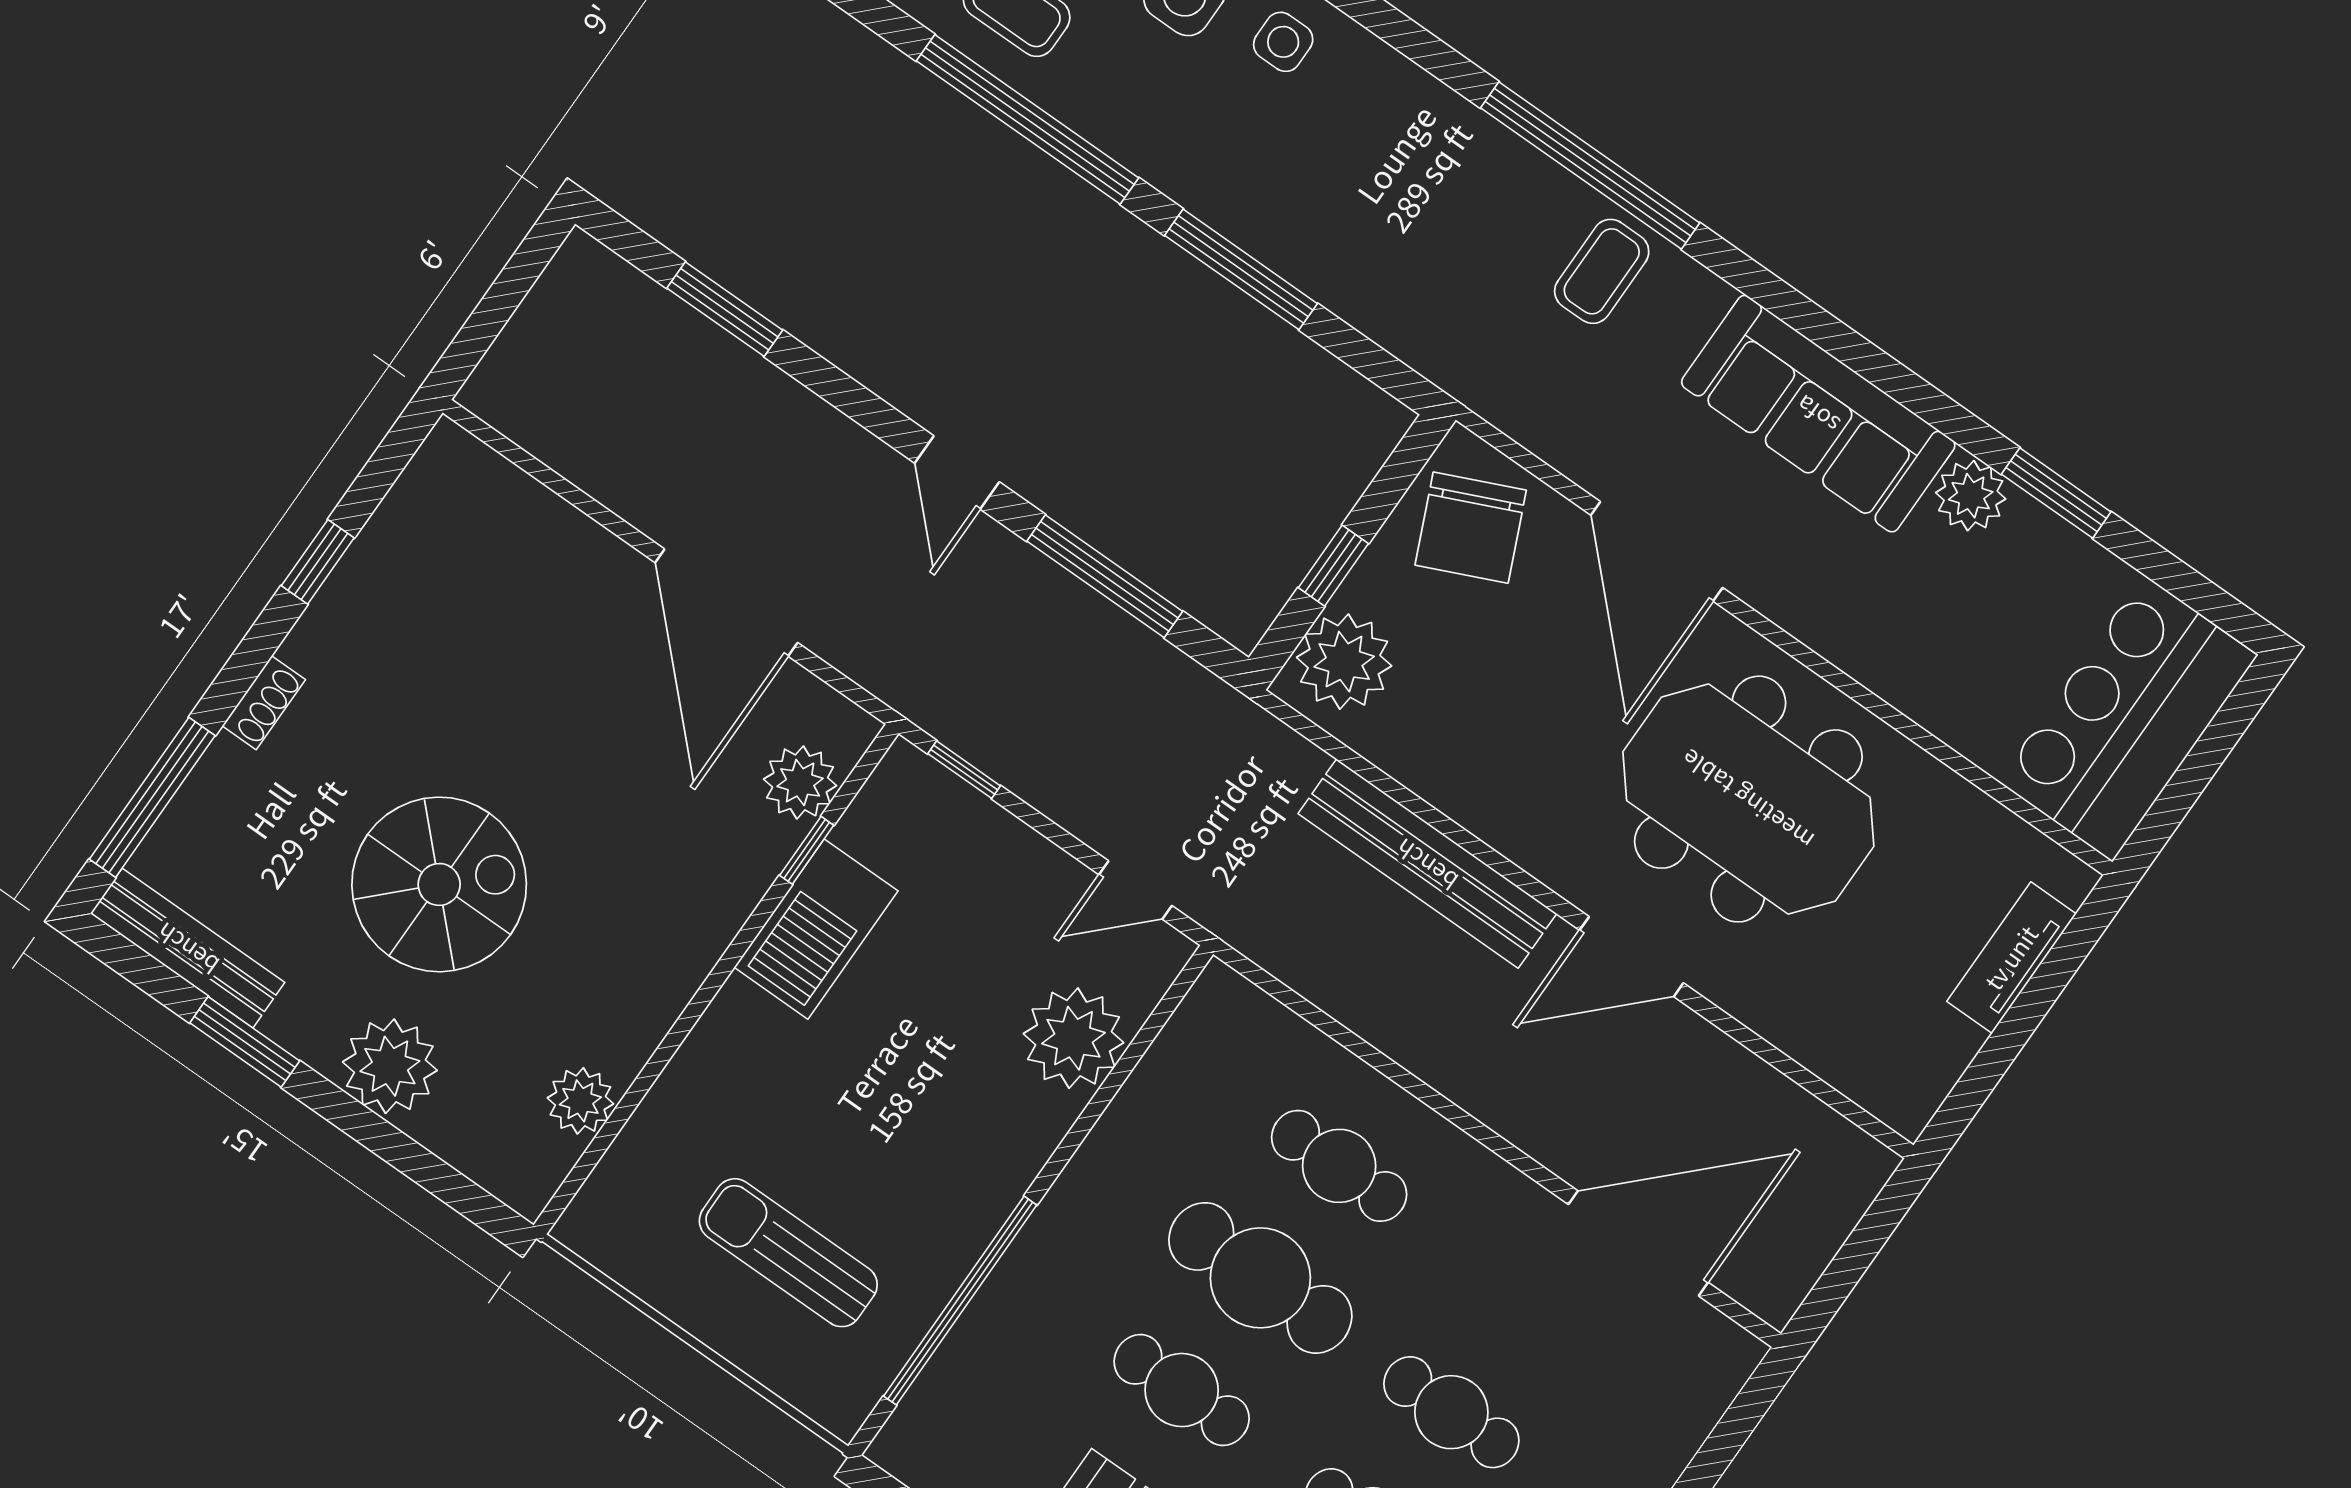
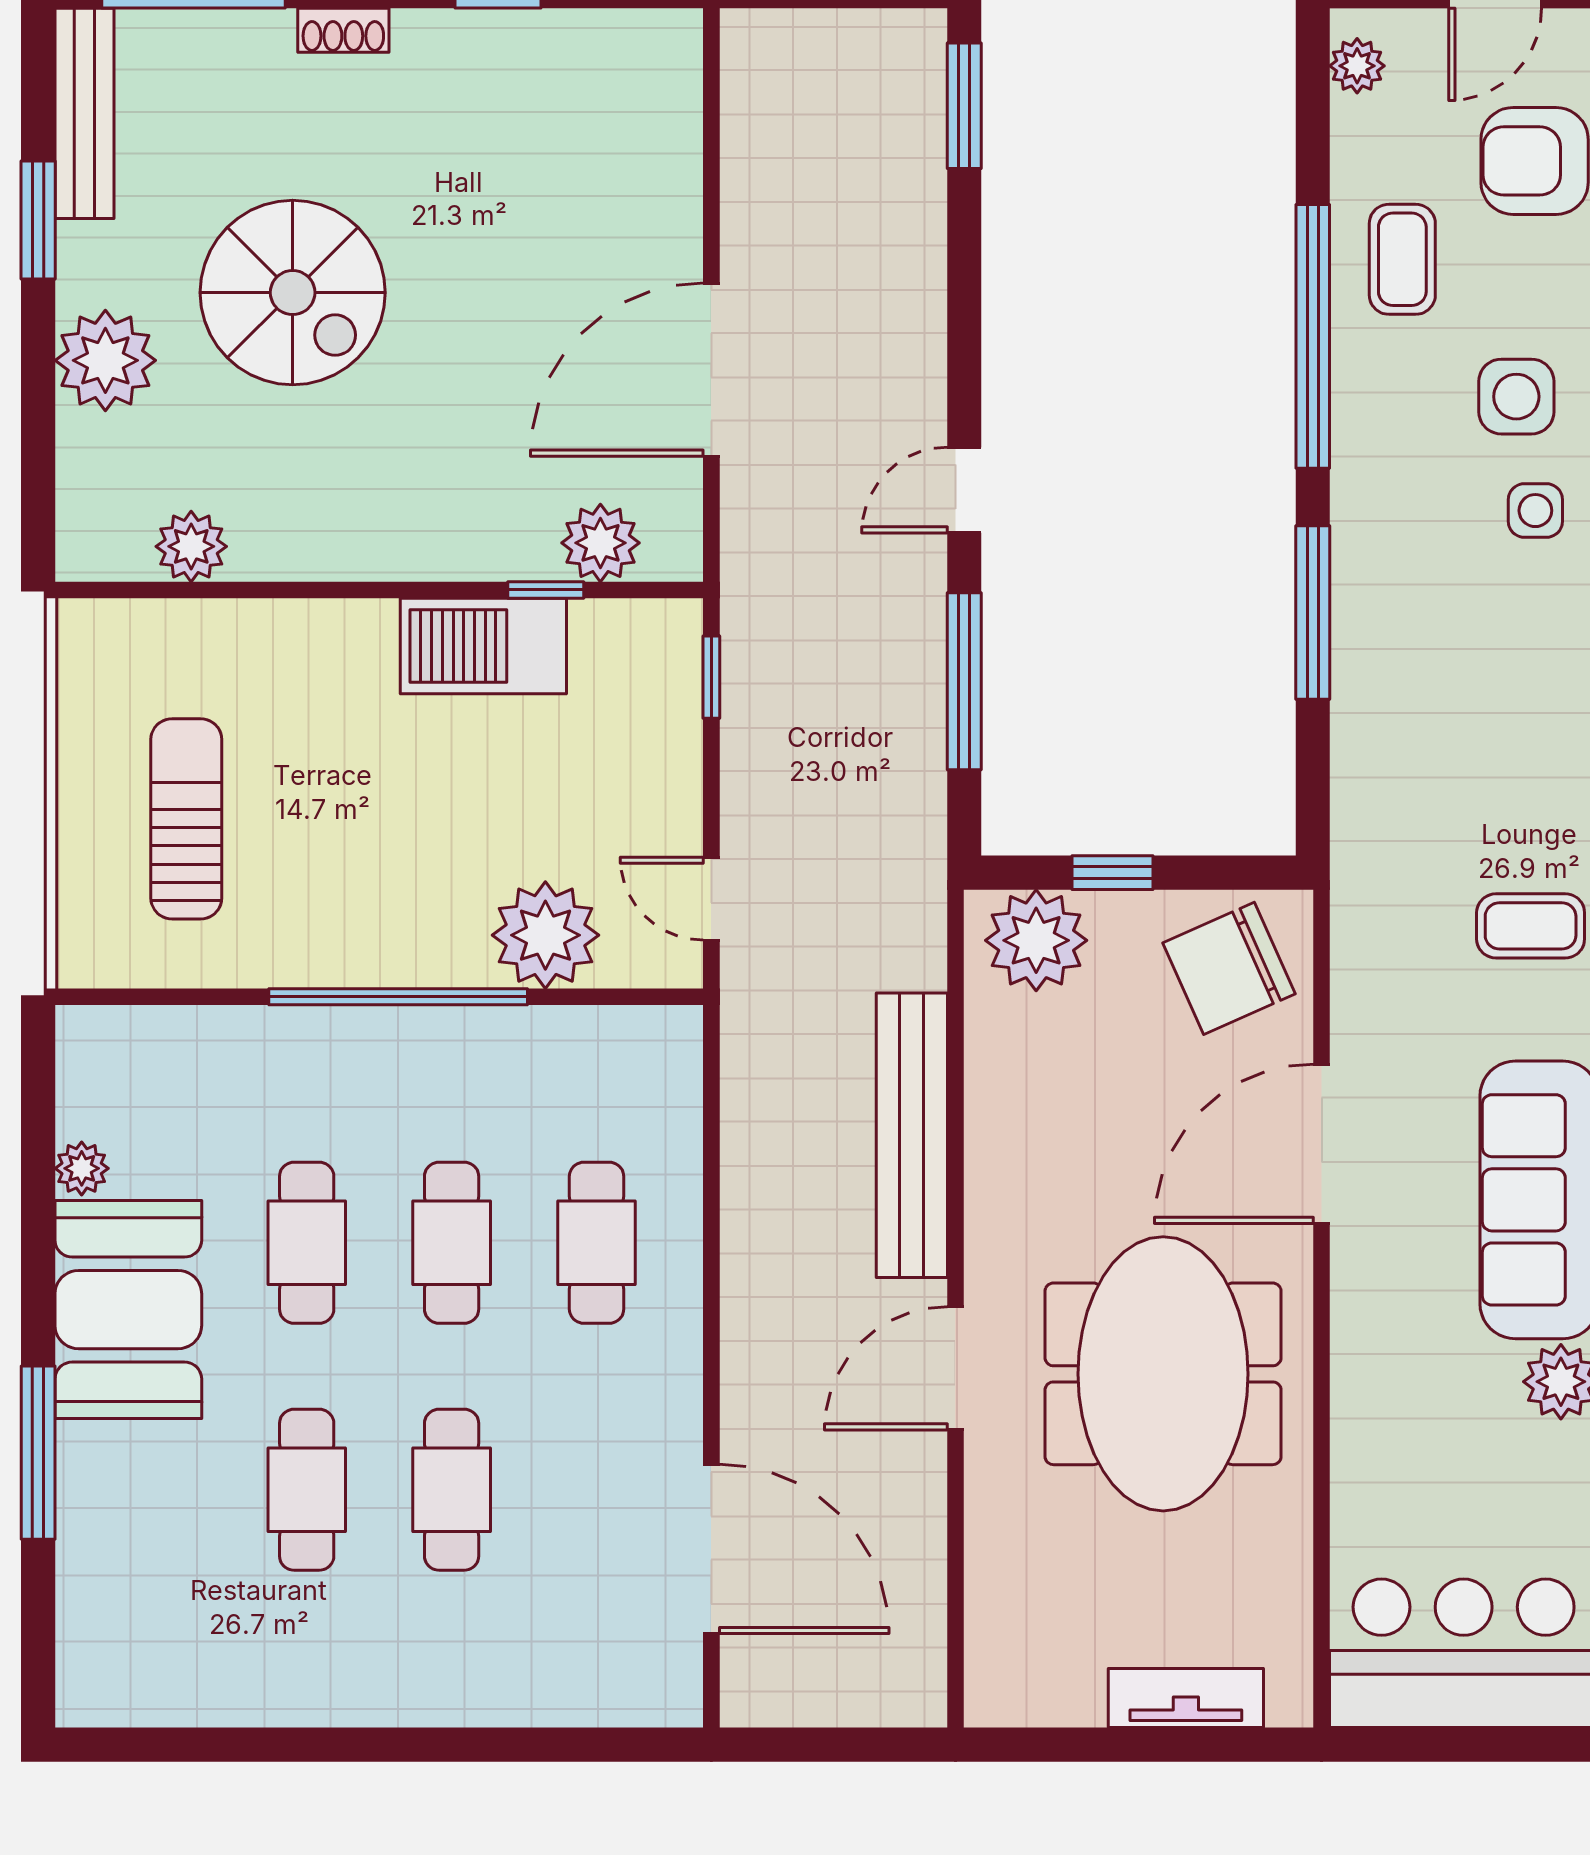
window: (725, 309) -> (964, 106), moved
door: (1631, 957) -> (955, 1368), hinge flipped
cafe table: (1260, 1278) -> (452, 1243), width x0.73, depth x0.74
window: (960, 1301) -> (398, 997), moved

